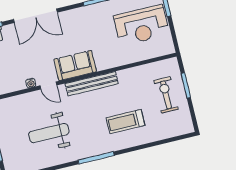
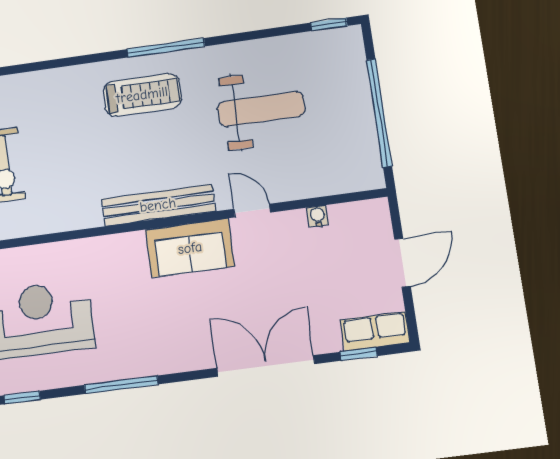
water cooler: (31, 83) -> (318, 216), moved
treadmill: (126, 122) -> (142, 95), moved

